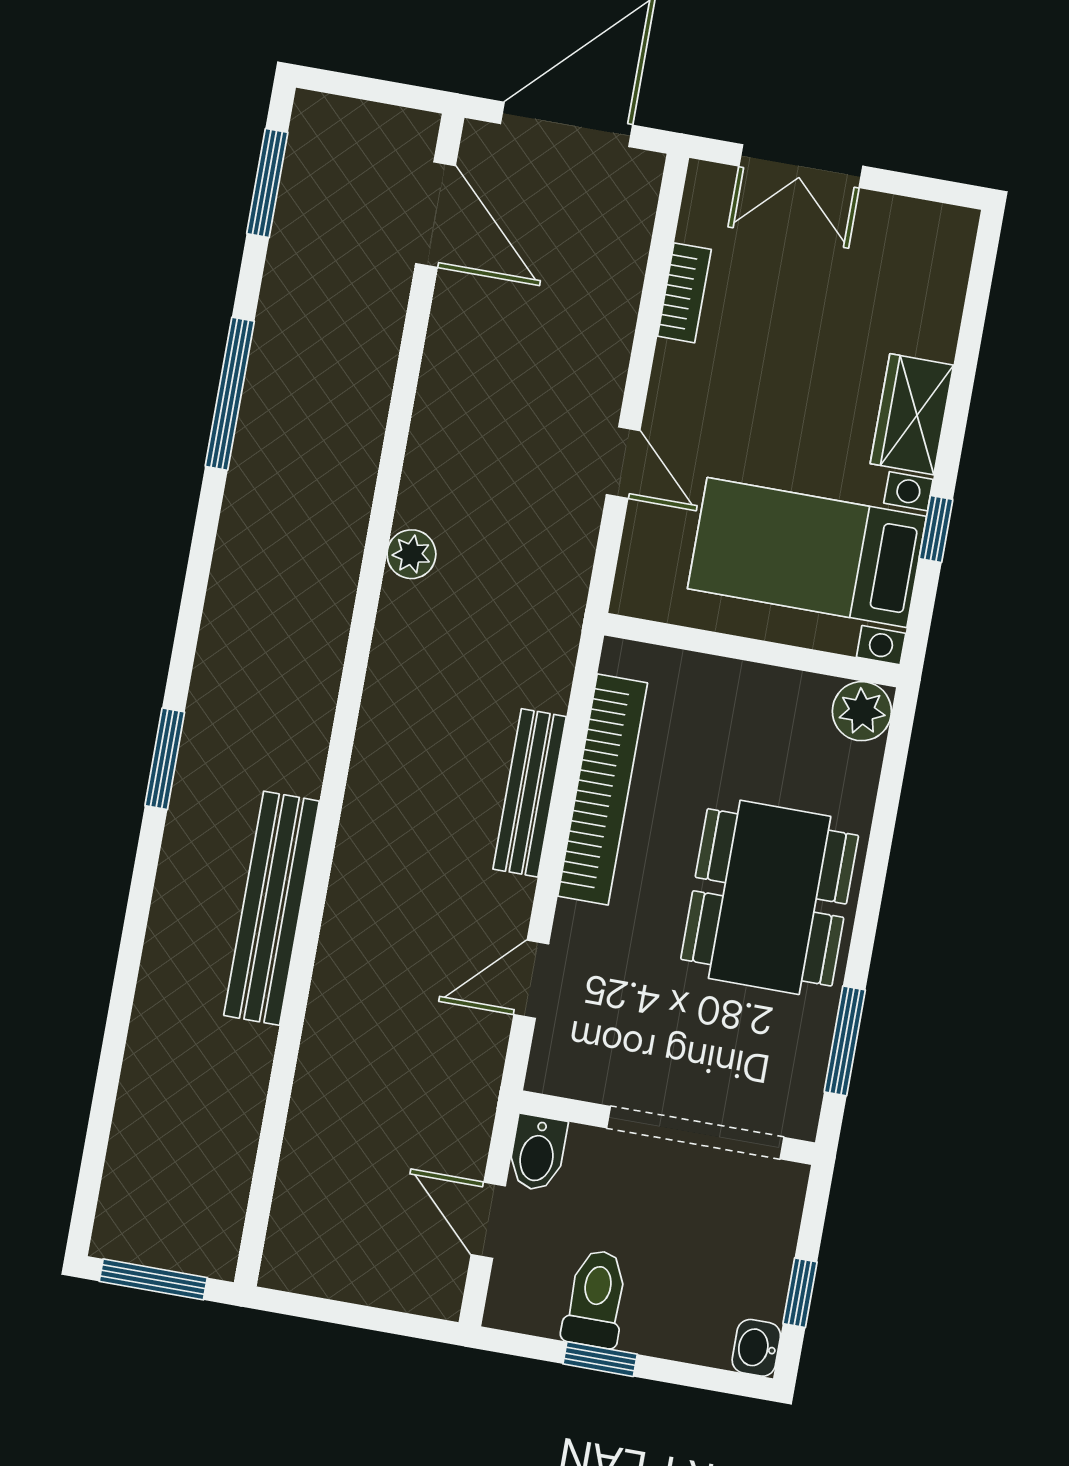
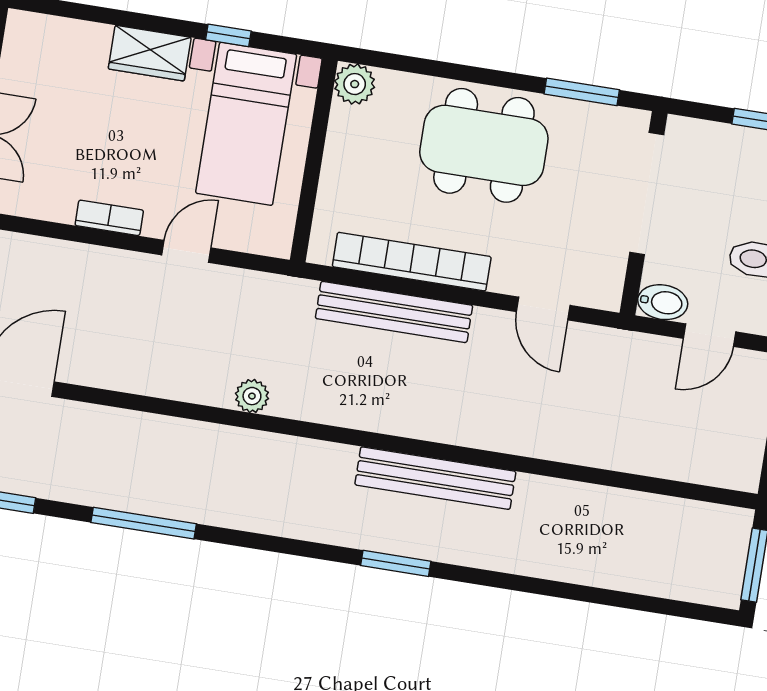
bookcase: (684, 293) -> (109, 218), moved
bench: (530, 793) -> (394, 312), width x1.37, depth x1.21
bench: (272, 908) -> (435, 478), moved

